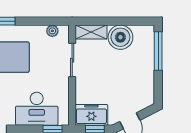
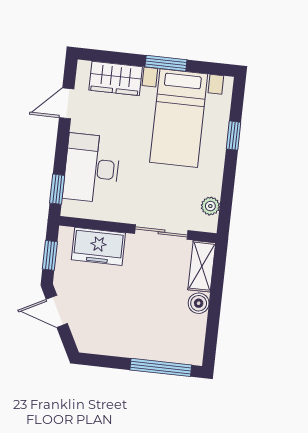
boiler: (120, 37) -> (199, 303), width x0.54, depth x0.54
freezer: (91, 115) -> (98, 246), moved, turned 90

